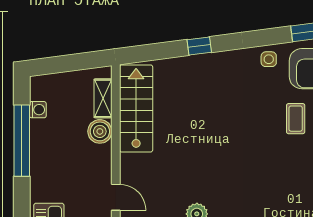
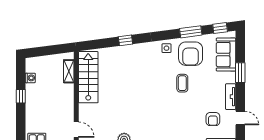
boiler: (100, 131) -> (67, 91), removed
window: (22, 141) -> (21, 96), width x0.32

